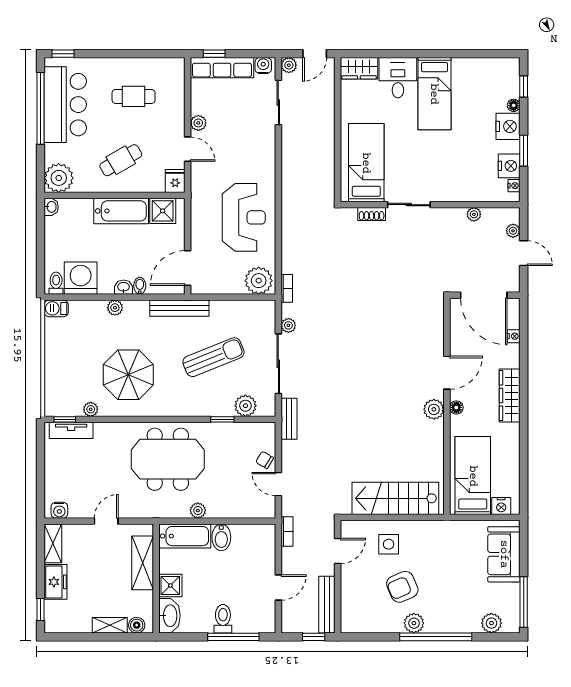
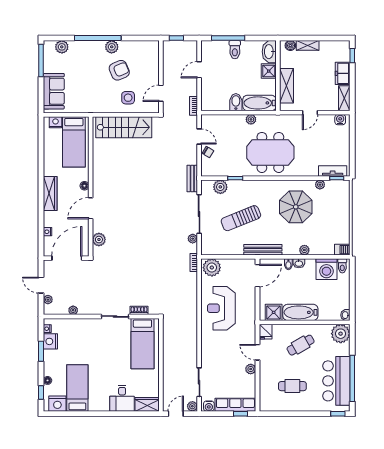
bed: (434, 94) -> (77, 388), moved
nightstand: (508, 126) -> (57, 404), moved, turned -90
door: (484, 295) -> (67, 258), hinge flipped
plant: (434, 409) -> (99, 240), moved
bench: (327, 605) -> (168, 59), removed

